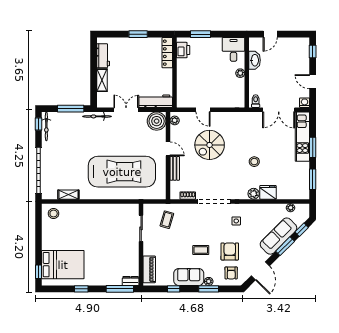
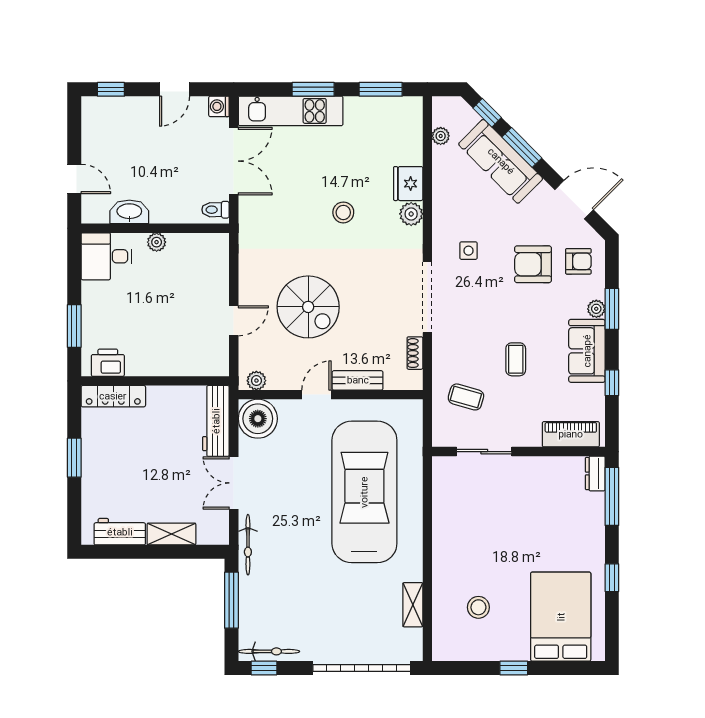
stool: (54, 214) -> (478, 607), moved
coffee table: (201, 250) -> (516, 359), moved
window: (39, 272) -> (514, 668), moved

